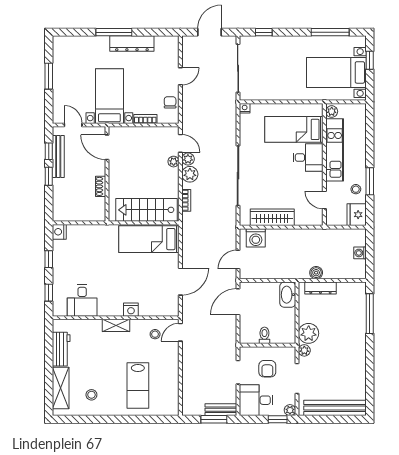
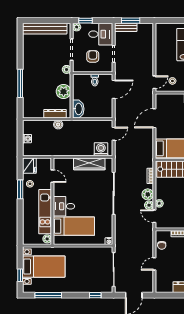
door: (238, 302) -> (114, 89), moved
window: (370, 314) -> (20, 83), moved
plant: (309, 333) -> (64, 92), moved

